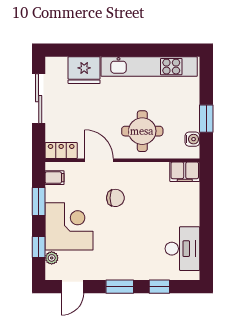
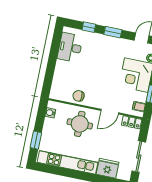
window: (206, 119) -> (36, 140), moved
door: (99, 160) -> (110, 112), hinge flipped
filing cabinet: (185, 172) -> (59, 94), removed
chair: (115, 198) -> (79, 96), moved

